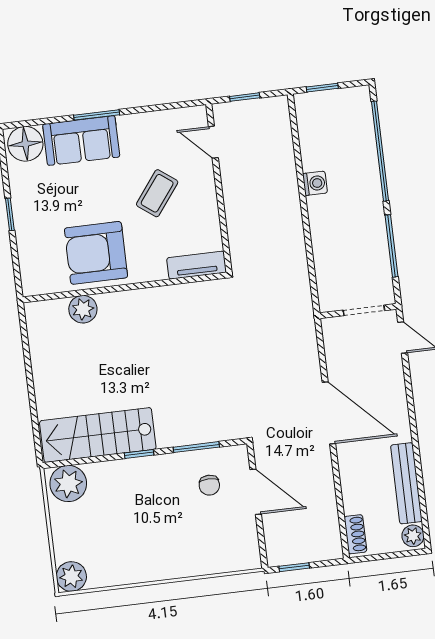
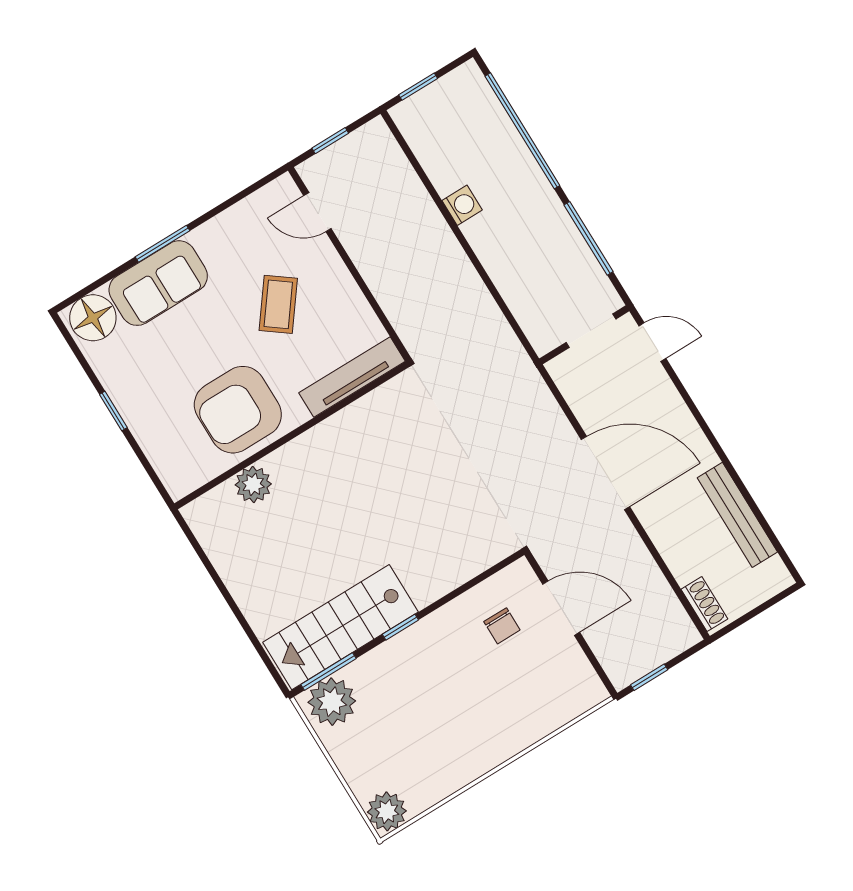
tv unit: (197, 265) -> (352, 377), width x1.41
window: (196, 447) -> (329, 671), moved
plant: (413, 536) -> (774, 574), removed

